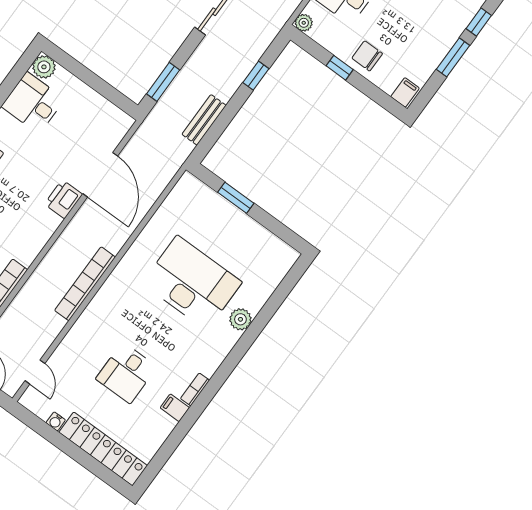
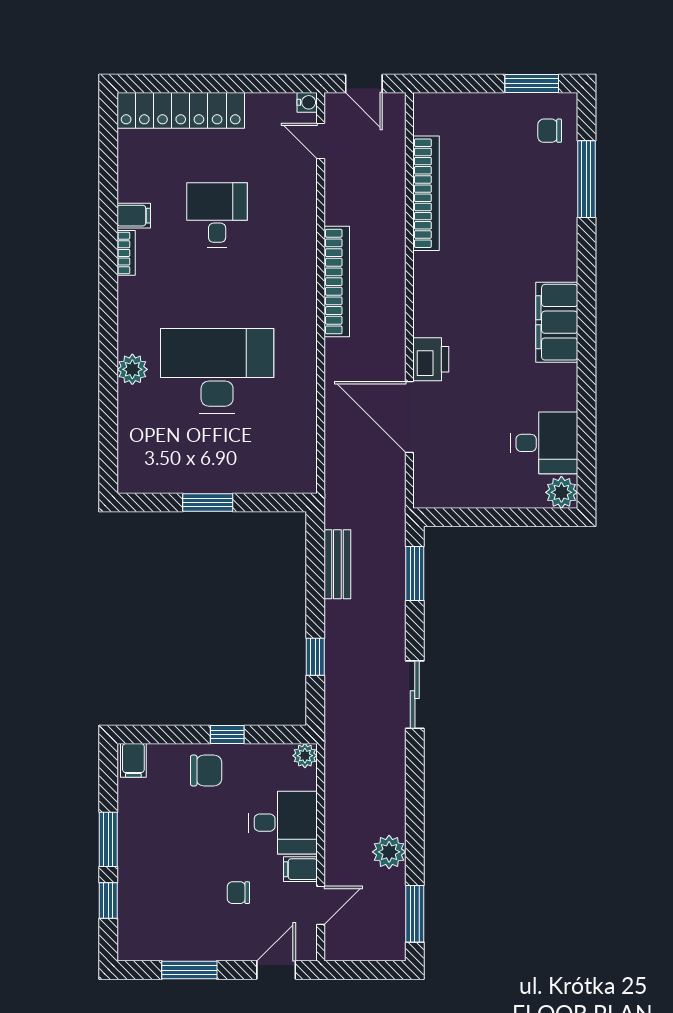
window: (236, 198) -> (208, 502), moved
desk: (192, 283) -> (217, 371), turned 180
water cooler: (56, 421) -> (307, 102), moved, turned 90

